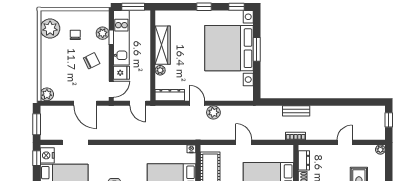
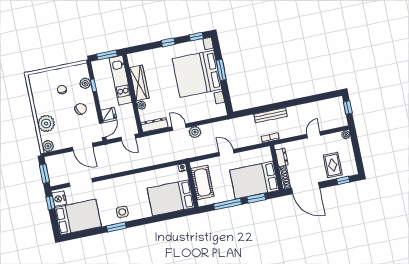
plant: (50, 29) -> (46, 123), moved
kitchen unit: (121, 38) -> (121, 80), moved, turned 180
bench: (296, 111) -> (270, 115), width x1.36

